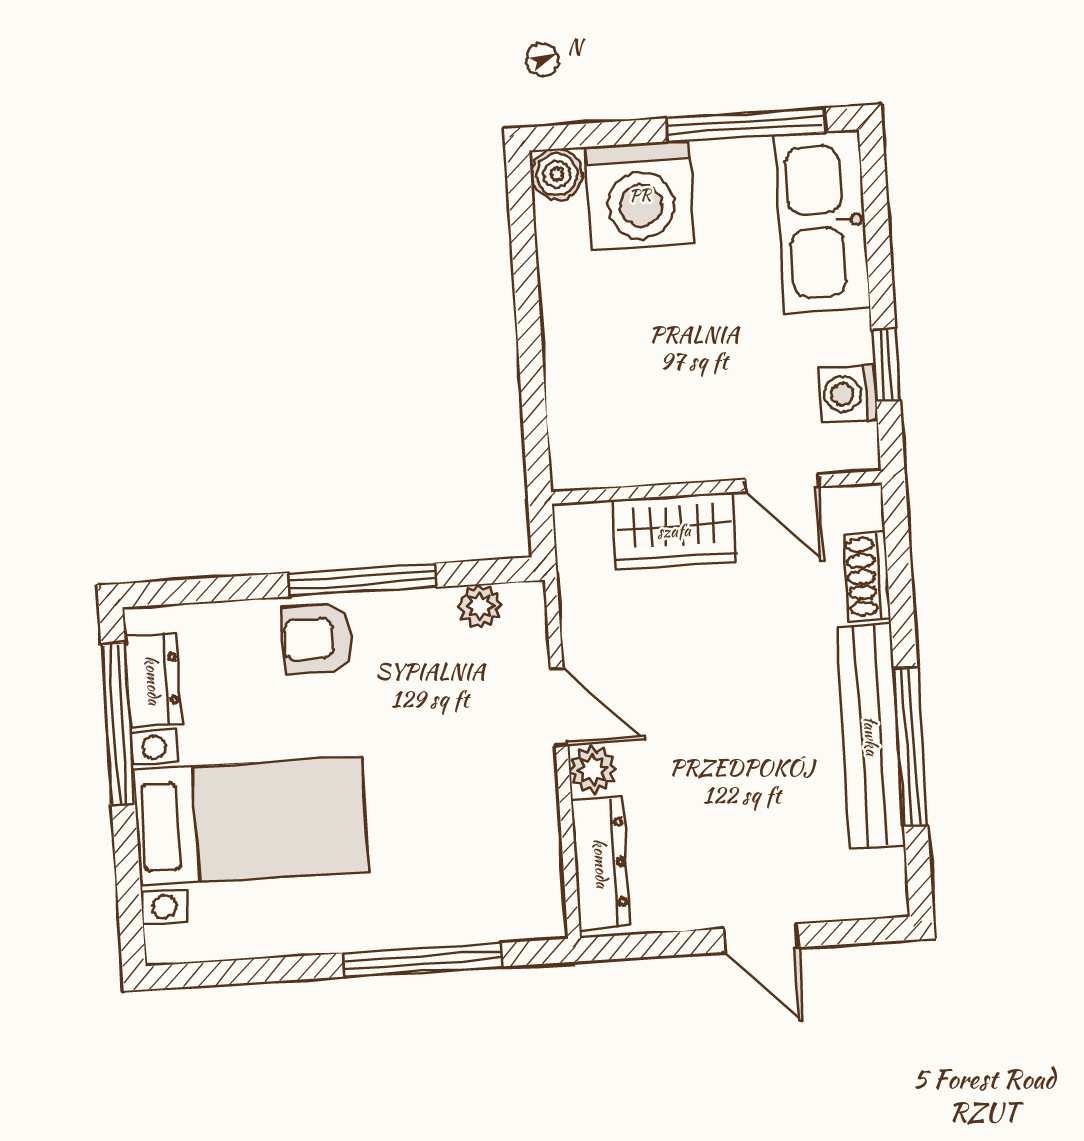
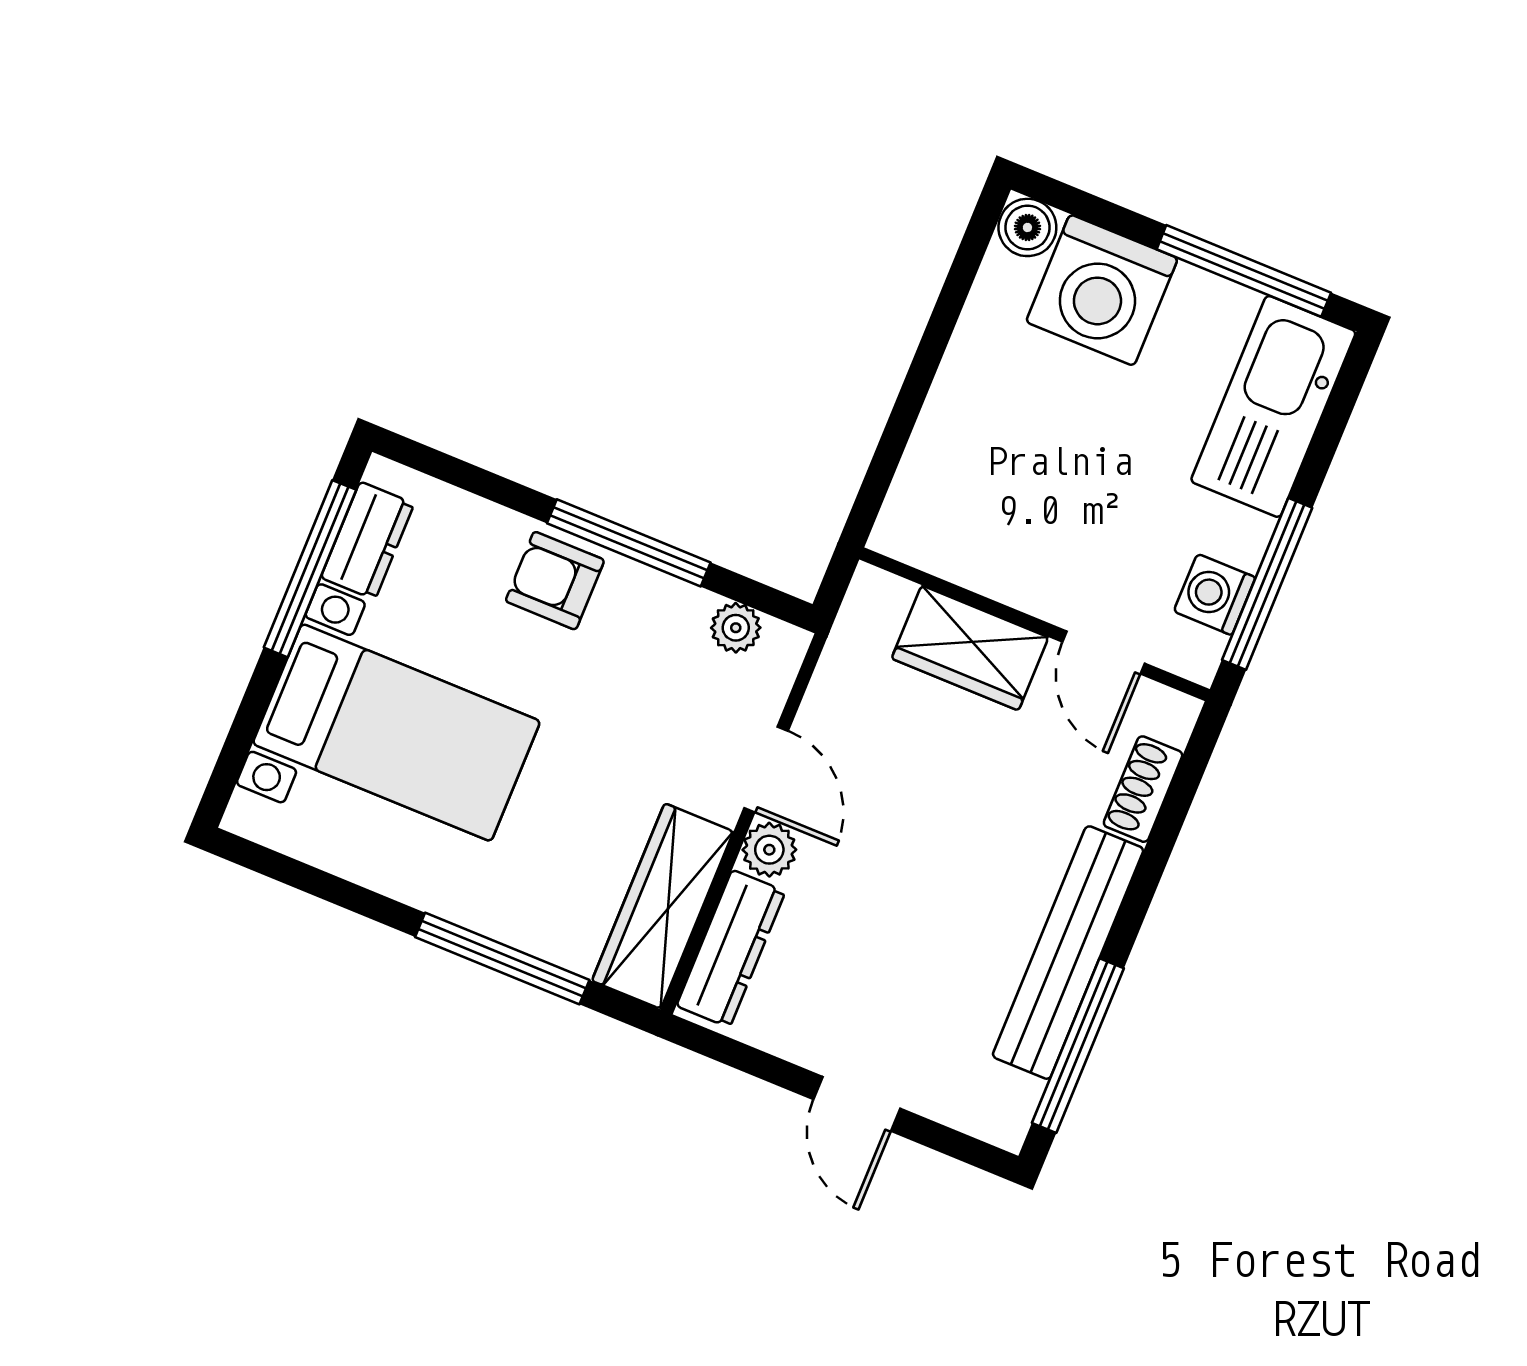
window: (886, 365) -> (1267, 584), width x2.17
window: (911, 746) -> (1078, 1046), moved
wardrobe: (530, 856) -> (663, 906), added

